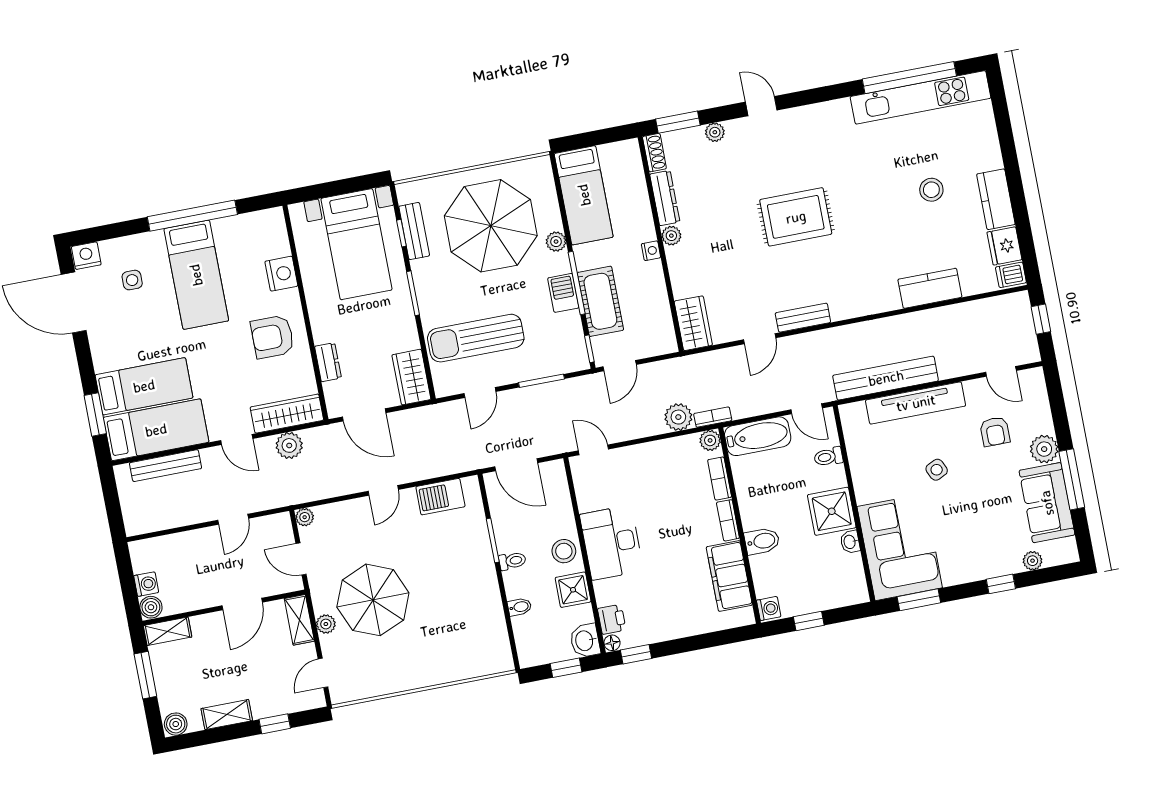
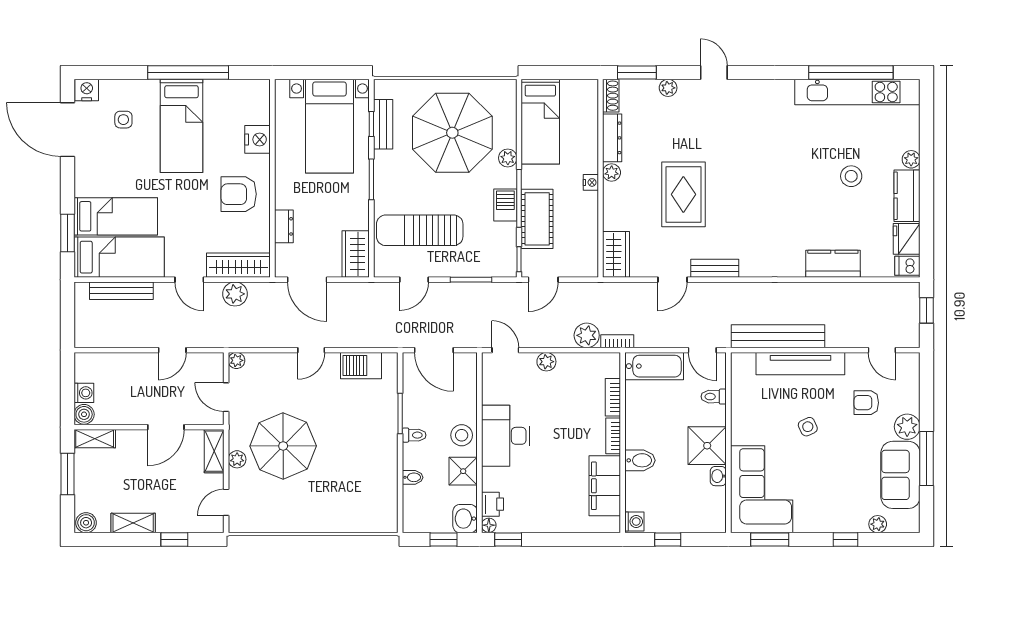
plant: (993, 159) -> (911, 159), added
rug: (796, 217) -> (683, 194), moved, turned 90
armchair: (995, 431) -> (866, 403), turned 90
plant: (710, 440) -> (546, 362), moved

